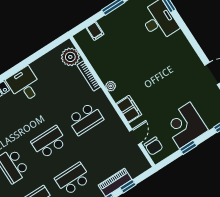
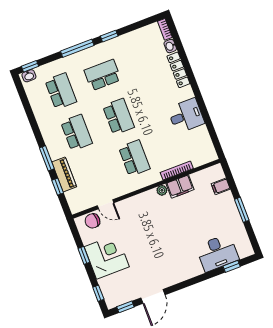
plant: (70, 57) -> (200, 156), removed
desk: (24, 85) -> (186, 116), moved
filing cabinet: (129, 109) -> (180, 187), moved
school desk: (85, 119) -> (134, 158), turned 180

